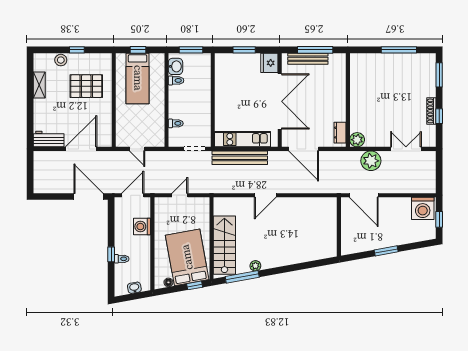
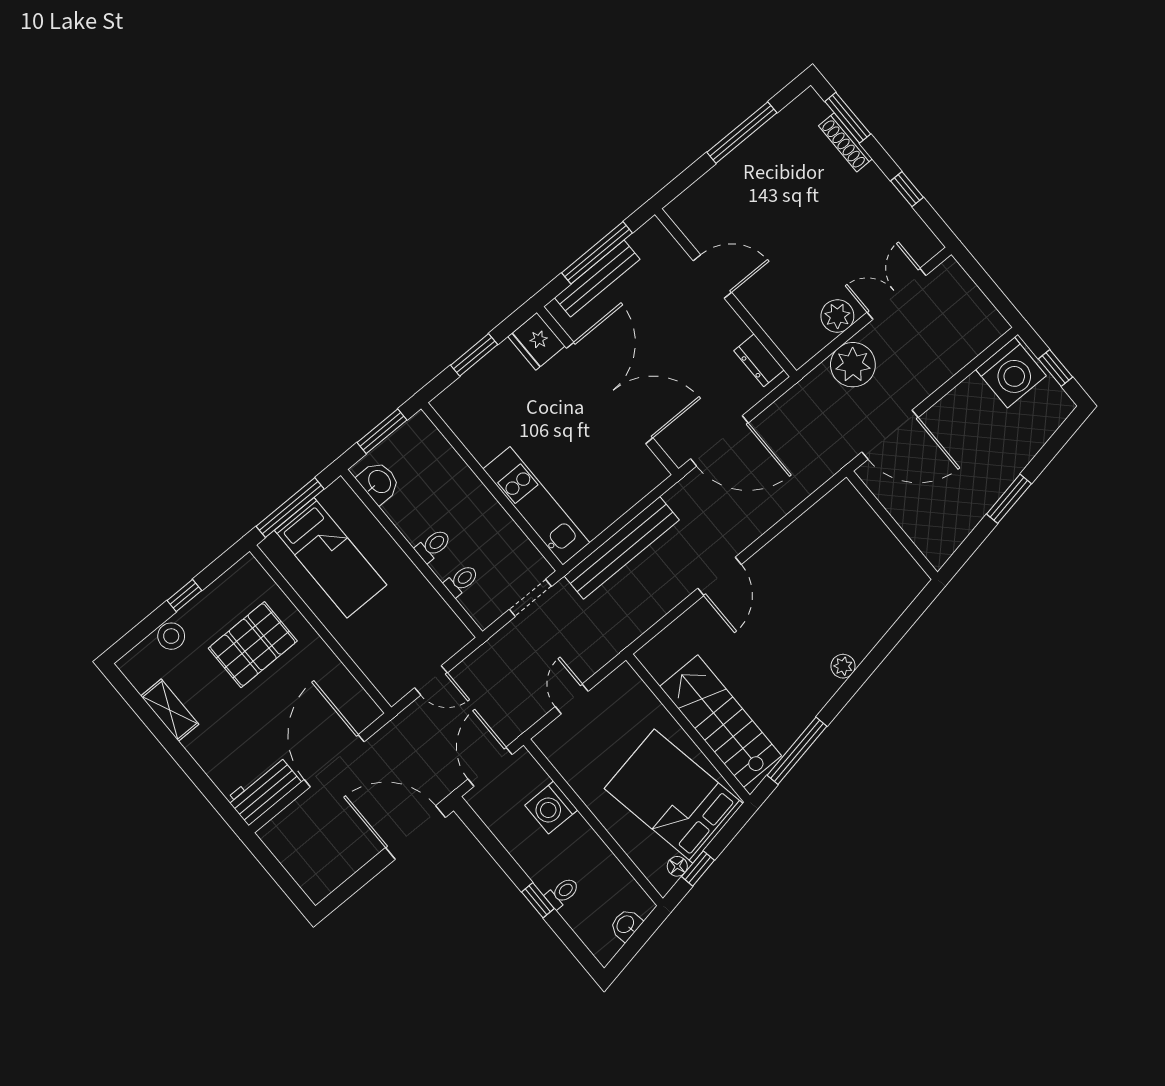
window: (138, 50) -> (290, 508), width x2.17
toilet: (176, 80) -> (433, 545), moved
door: (348, 91) -> (712, 277), added
shoe rack: (431, 111) -> (845, 142), moved
kitchen unit: (243, 139) -> (536, 506), moved, turned 90
plant: (357, 140) -> (837, 316), moved
plant: (255, 266) -> (843, 666), moved
window: (195, 285) -> (698, 868), moved

